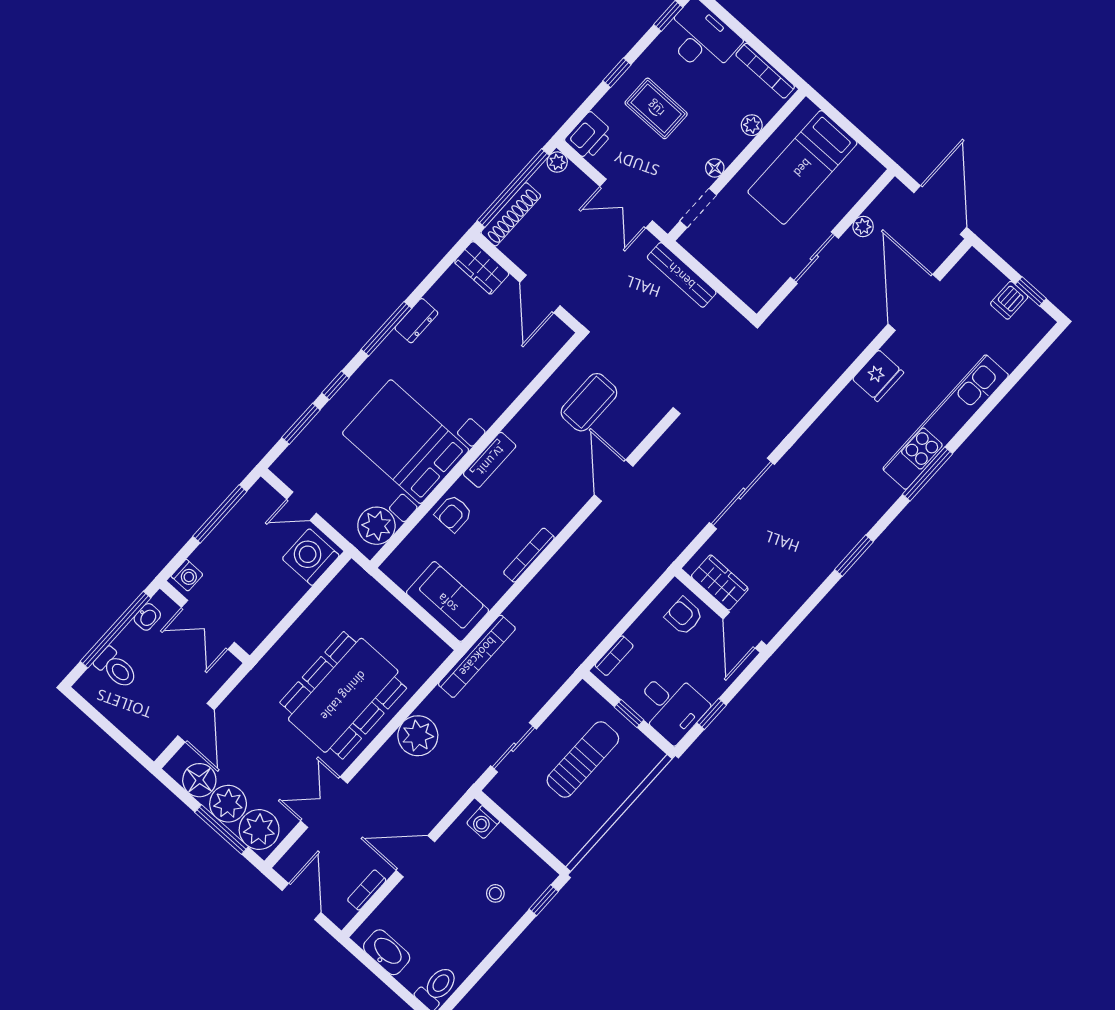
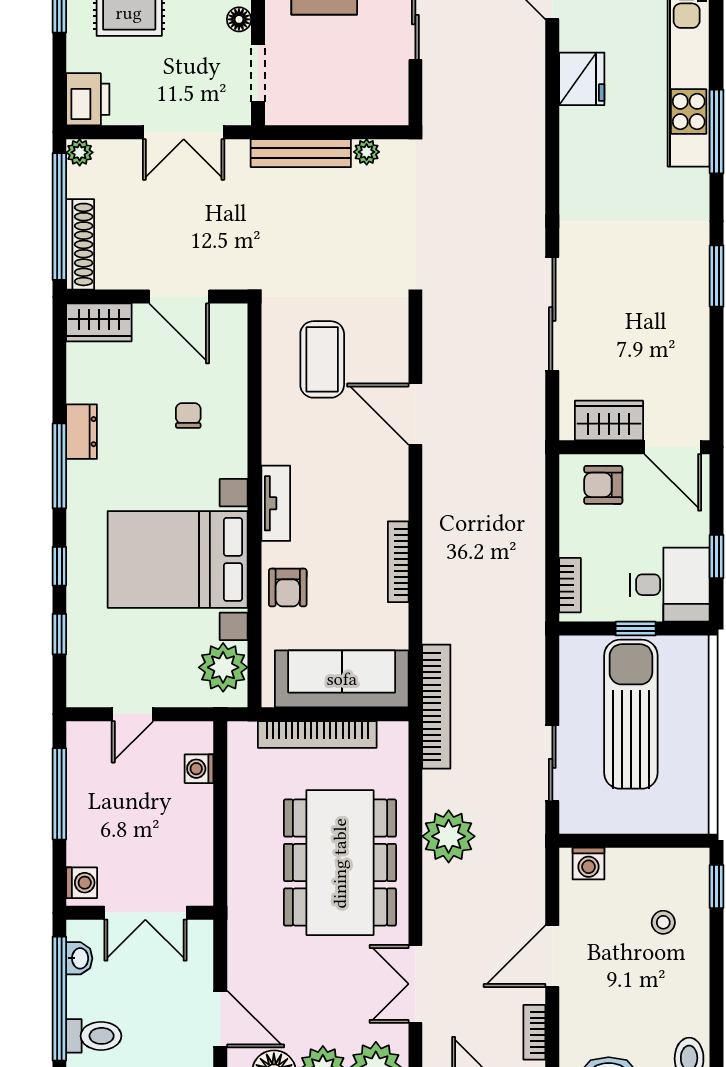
plant: (719, 308) -> (367, 152), added
chair: (485, 366) -> (188, 415), added
window: (301, 424) -> (59, 634), width x0.67
washing machine: (311, 557) -> (199, 769), width x0.53, depth x0.53
sofa: (448, 602) -> (342, 679), width x1.36
bookcase: (395, 611) -> (317, 734), added
sun lounger: (583, 759) -> (631, 714), width x1.36, depth x1.34

